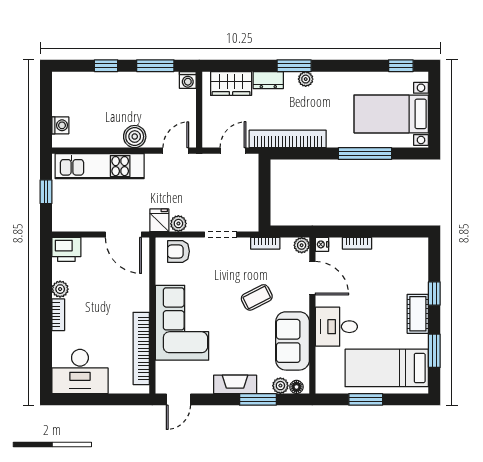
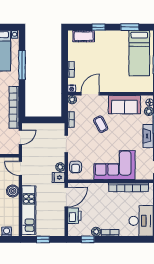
door: (233, 151) -> (20, 137), swing flipped
printer: (66, 249) -> (74, 216), moved
window: (46, 274) -> (88, 239), added
cot: (418, 314) -> (84, 36), moved
desk: (336, 327) -> (117, 81), removed

